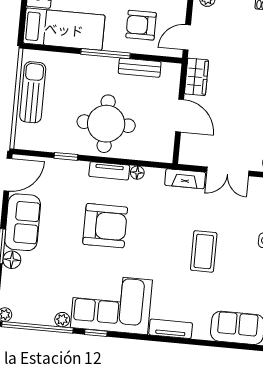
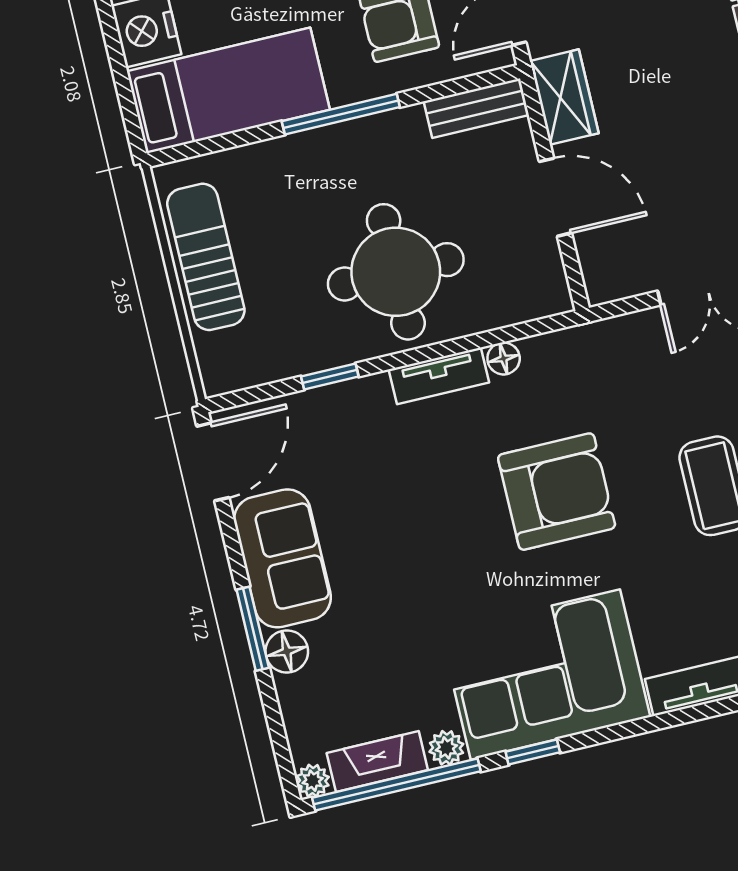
bench: (140, 68) -> (476, 108), moved
fireplace: (185, 179) -> (377, 761), moved, turned 180
armchair: (105, 226) -> (557, 492), moved

